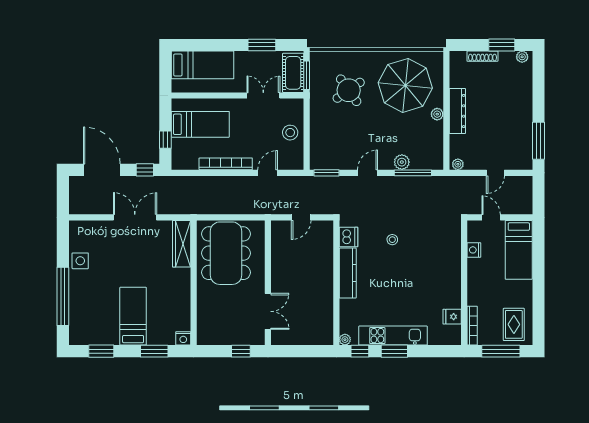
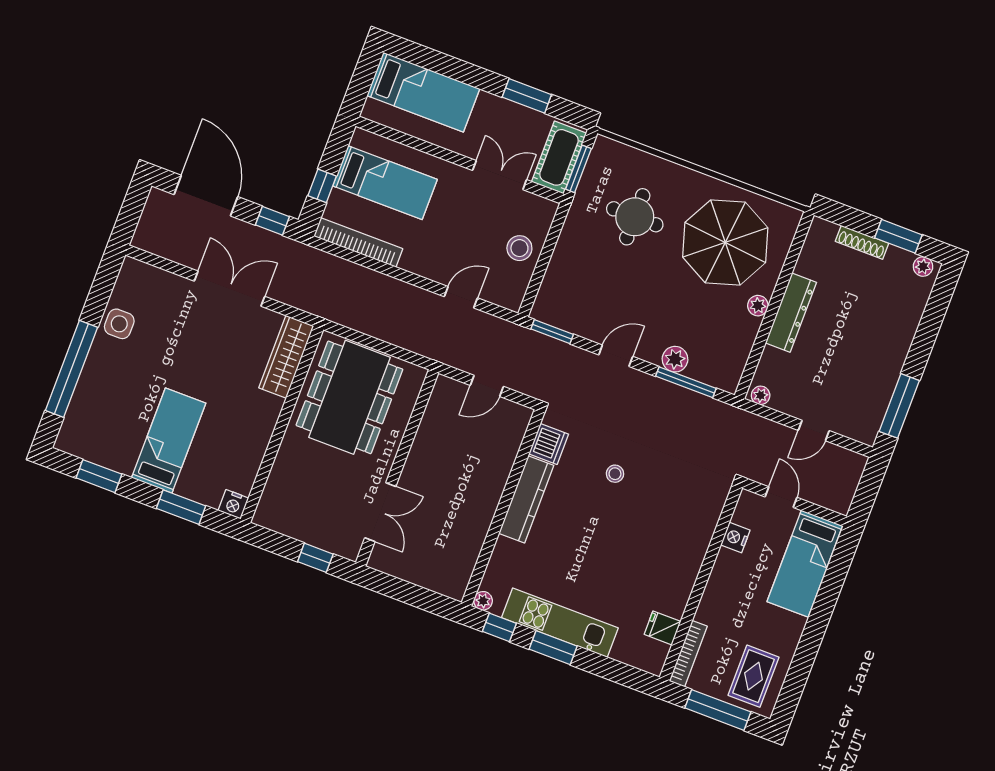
round table: (349, 90) -> (635, 217), turned 35
bookcase: (226, 164) -> (358, 242), moved

